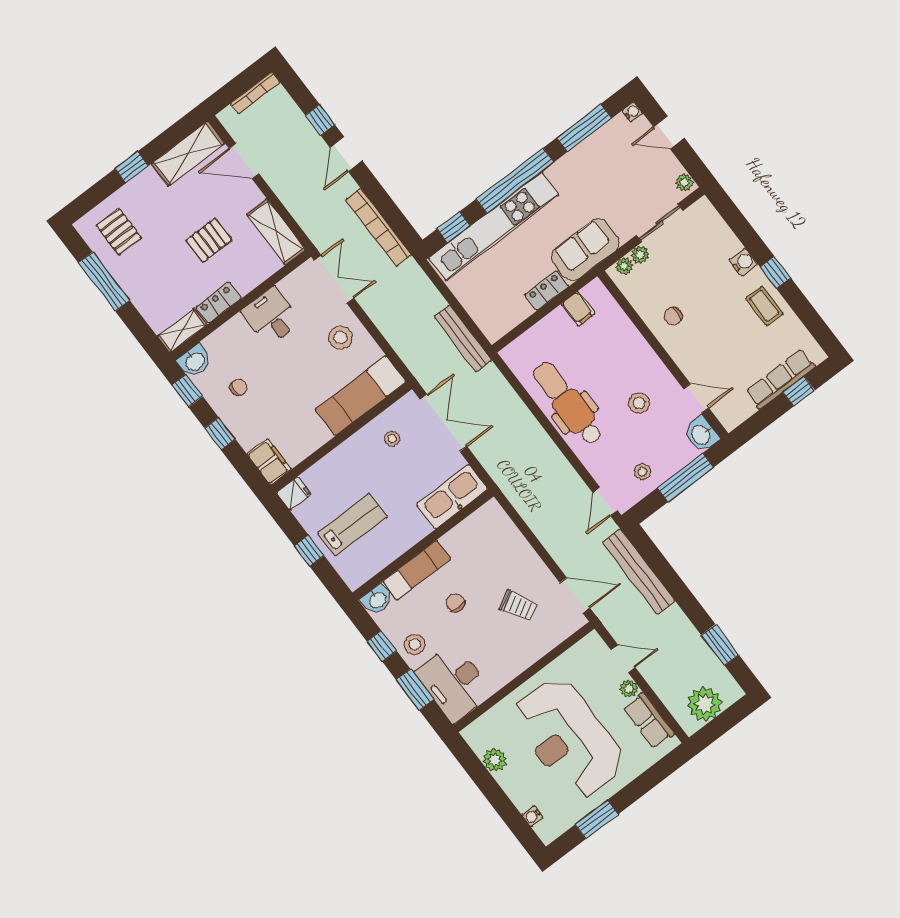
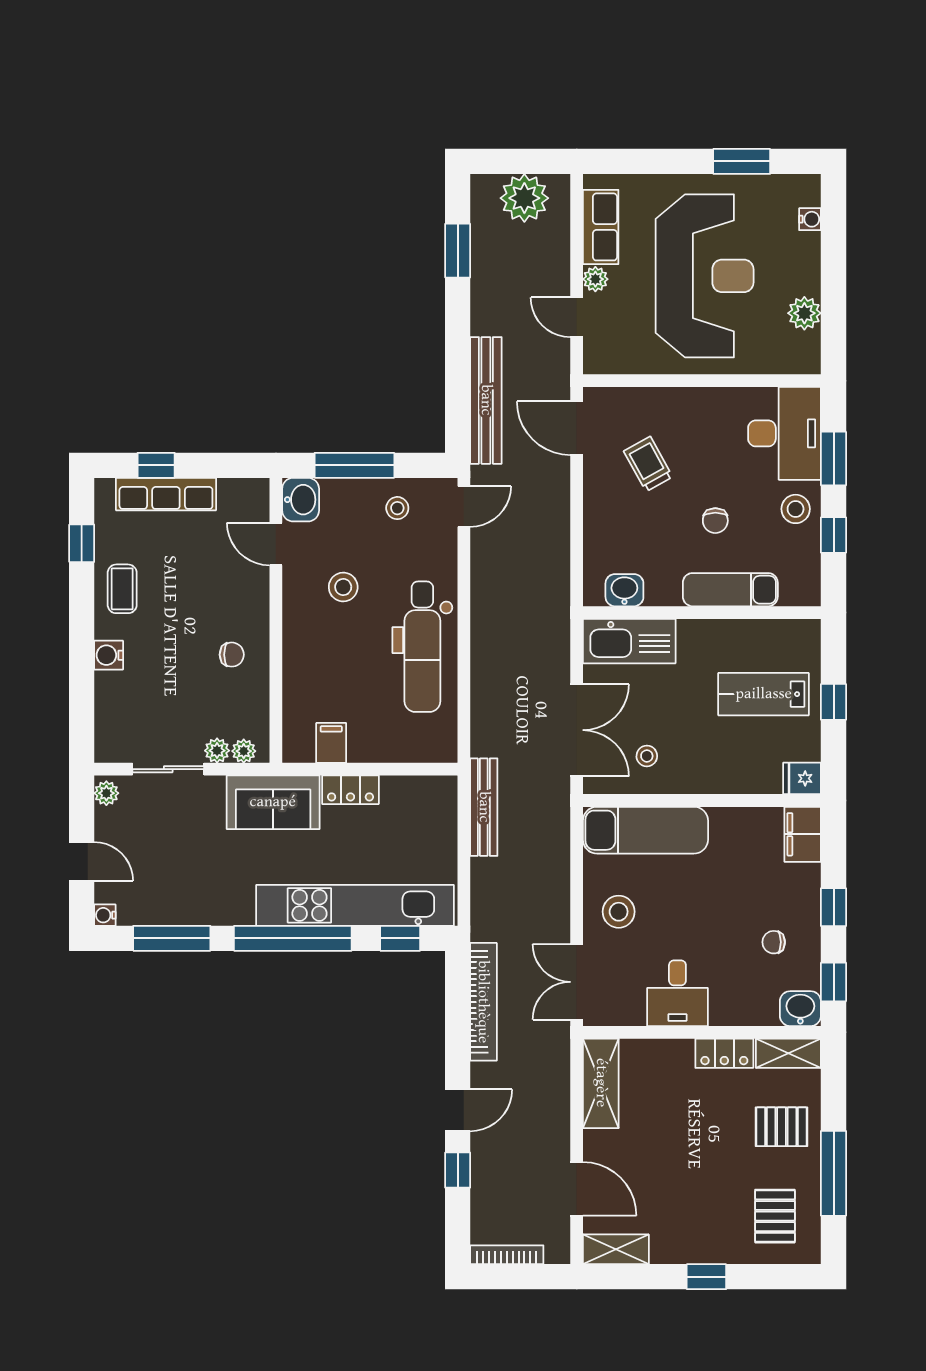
shelving: (188, 154) -> (616, 1249), width x0.67, depth x0.75
pallet: (209, 240) -> (782, 1127), moved
window: (775, 272) -> (82, 543), moved
double door: (443, 423) -> (577, 730), swing flipped
washbasin: (377, 600) -> (624, 590), moved

